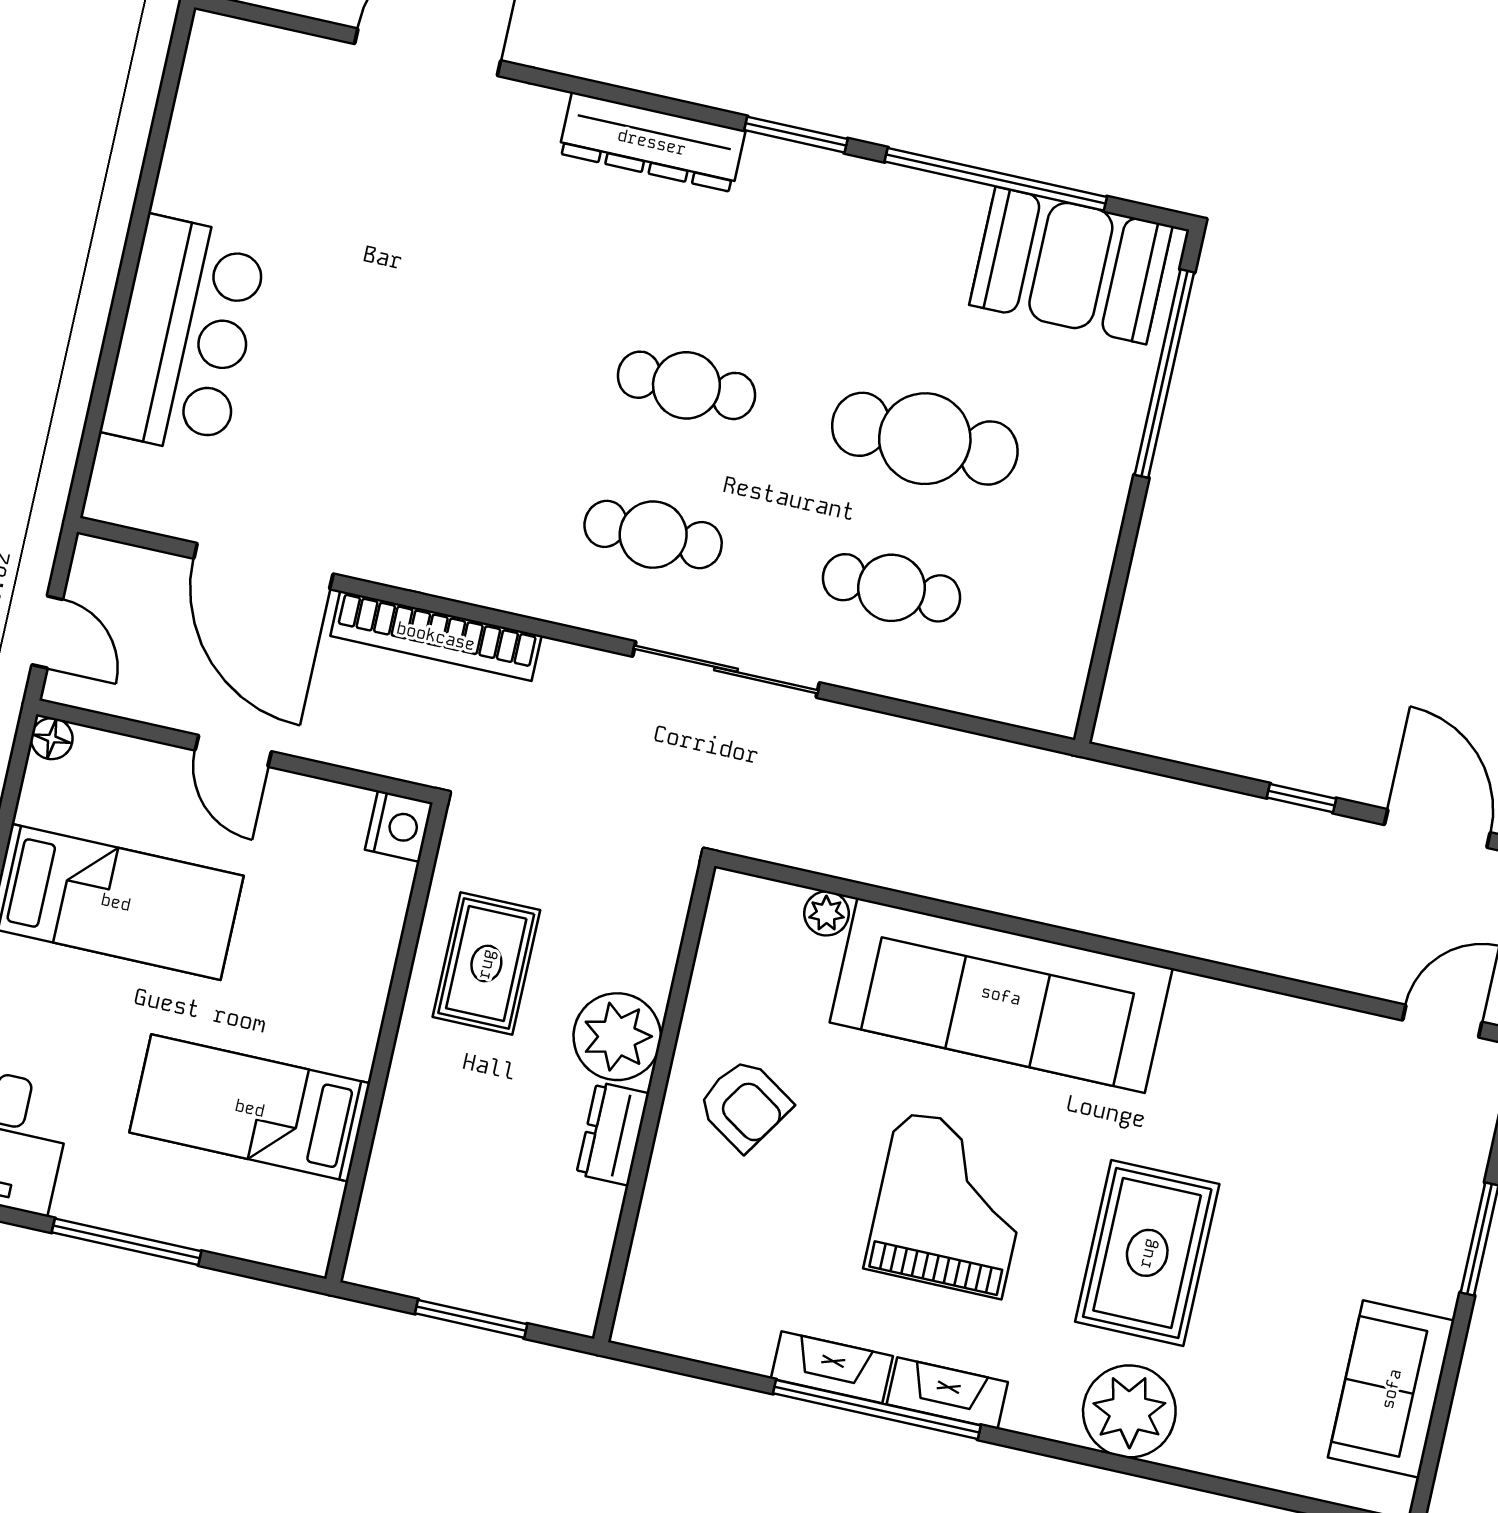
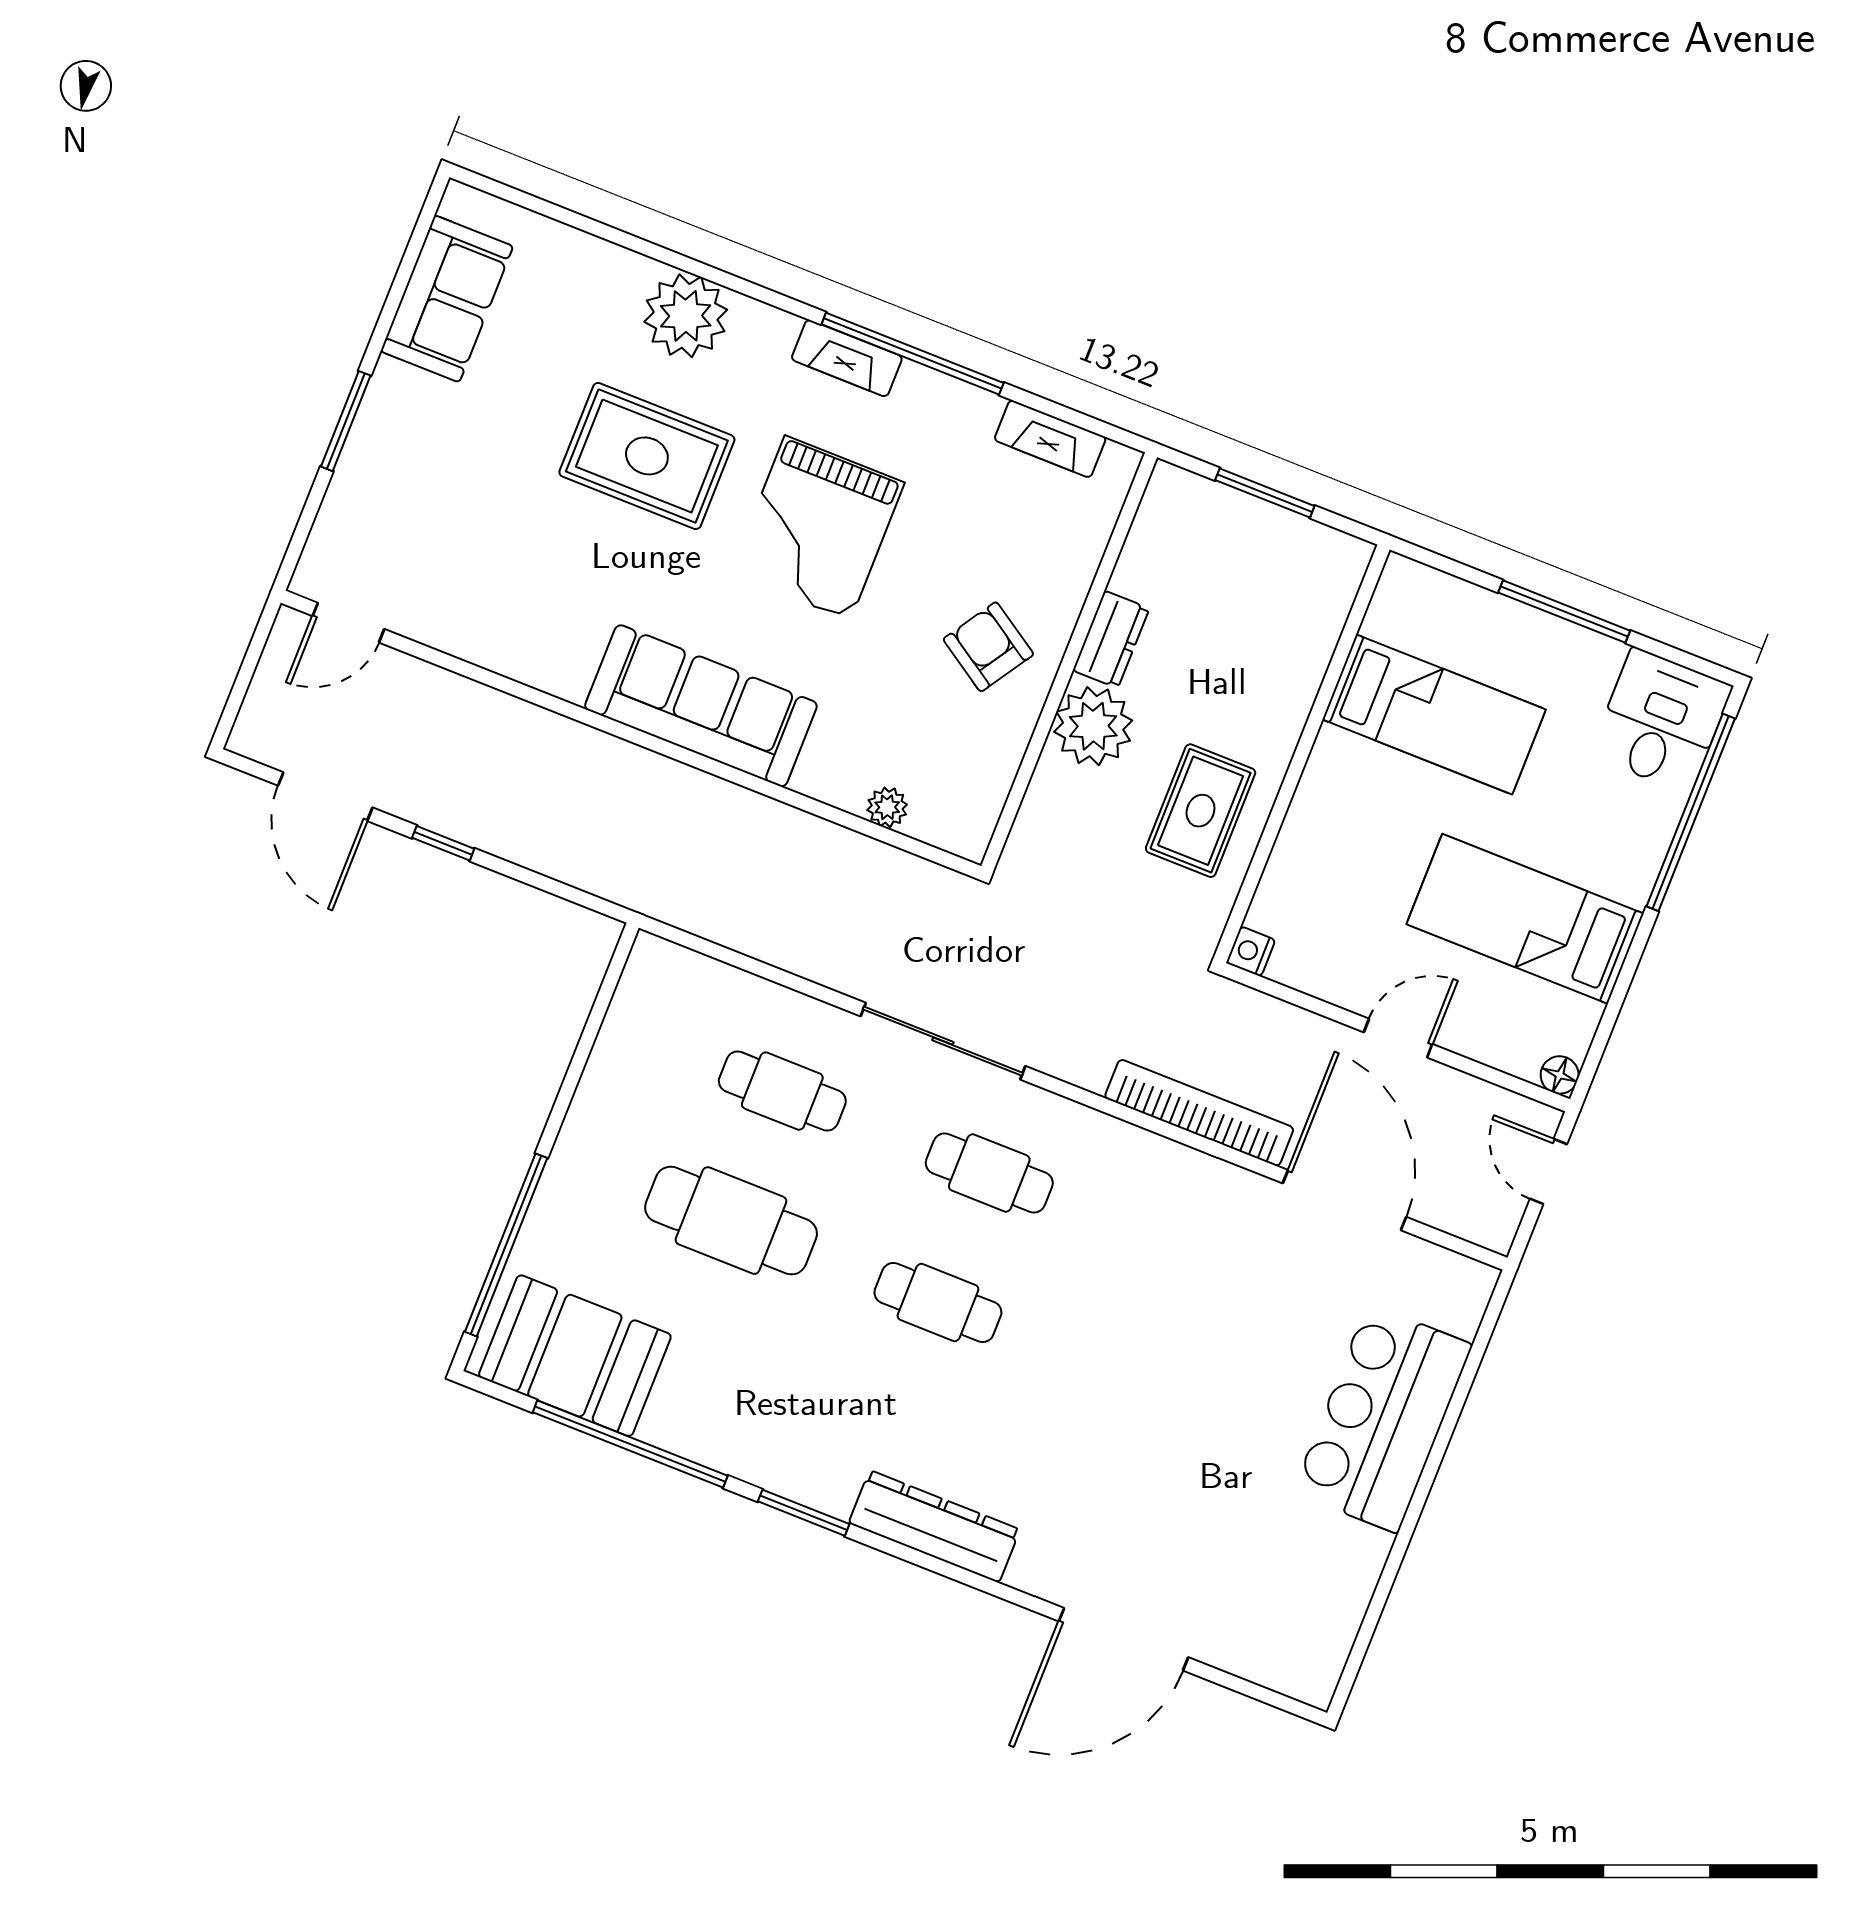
door: (233, 751) -> (1398, 1038), hinge flipped
nightstand: (399, 826) -> (1251, 951), width x0.72, depth x0.74
sofa: (1001, 995) -> (701, 706), width x0.74, depth x0.79
rug: (1147, 1253) -> (647, 456), turned 90
fireplace: (832, 1367) -> (1050, 439), moved

